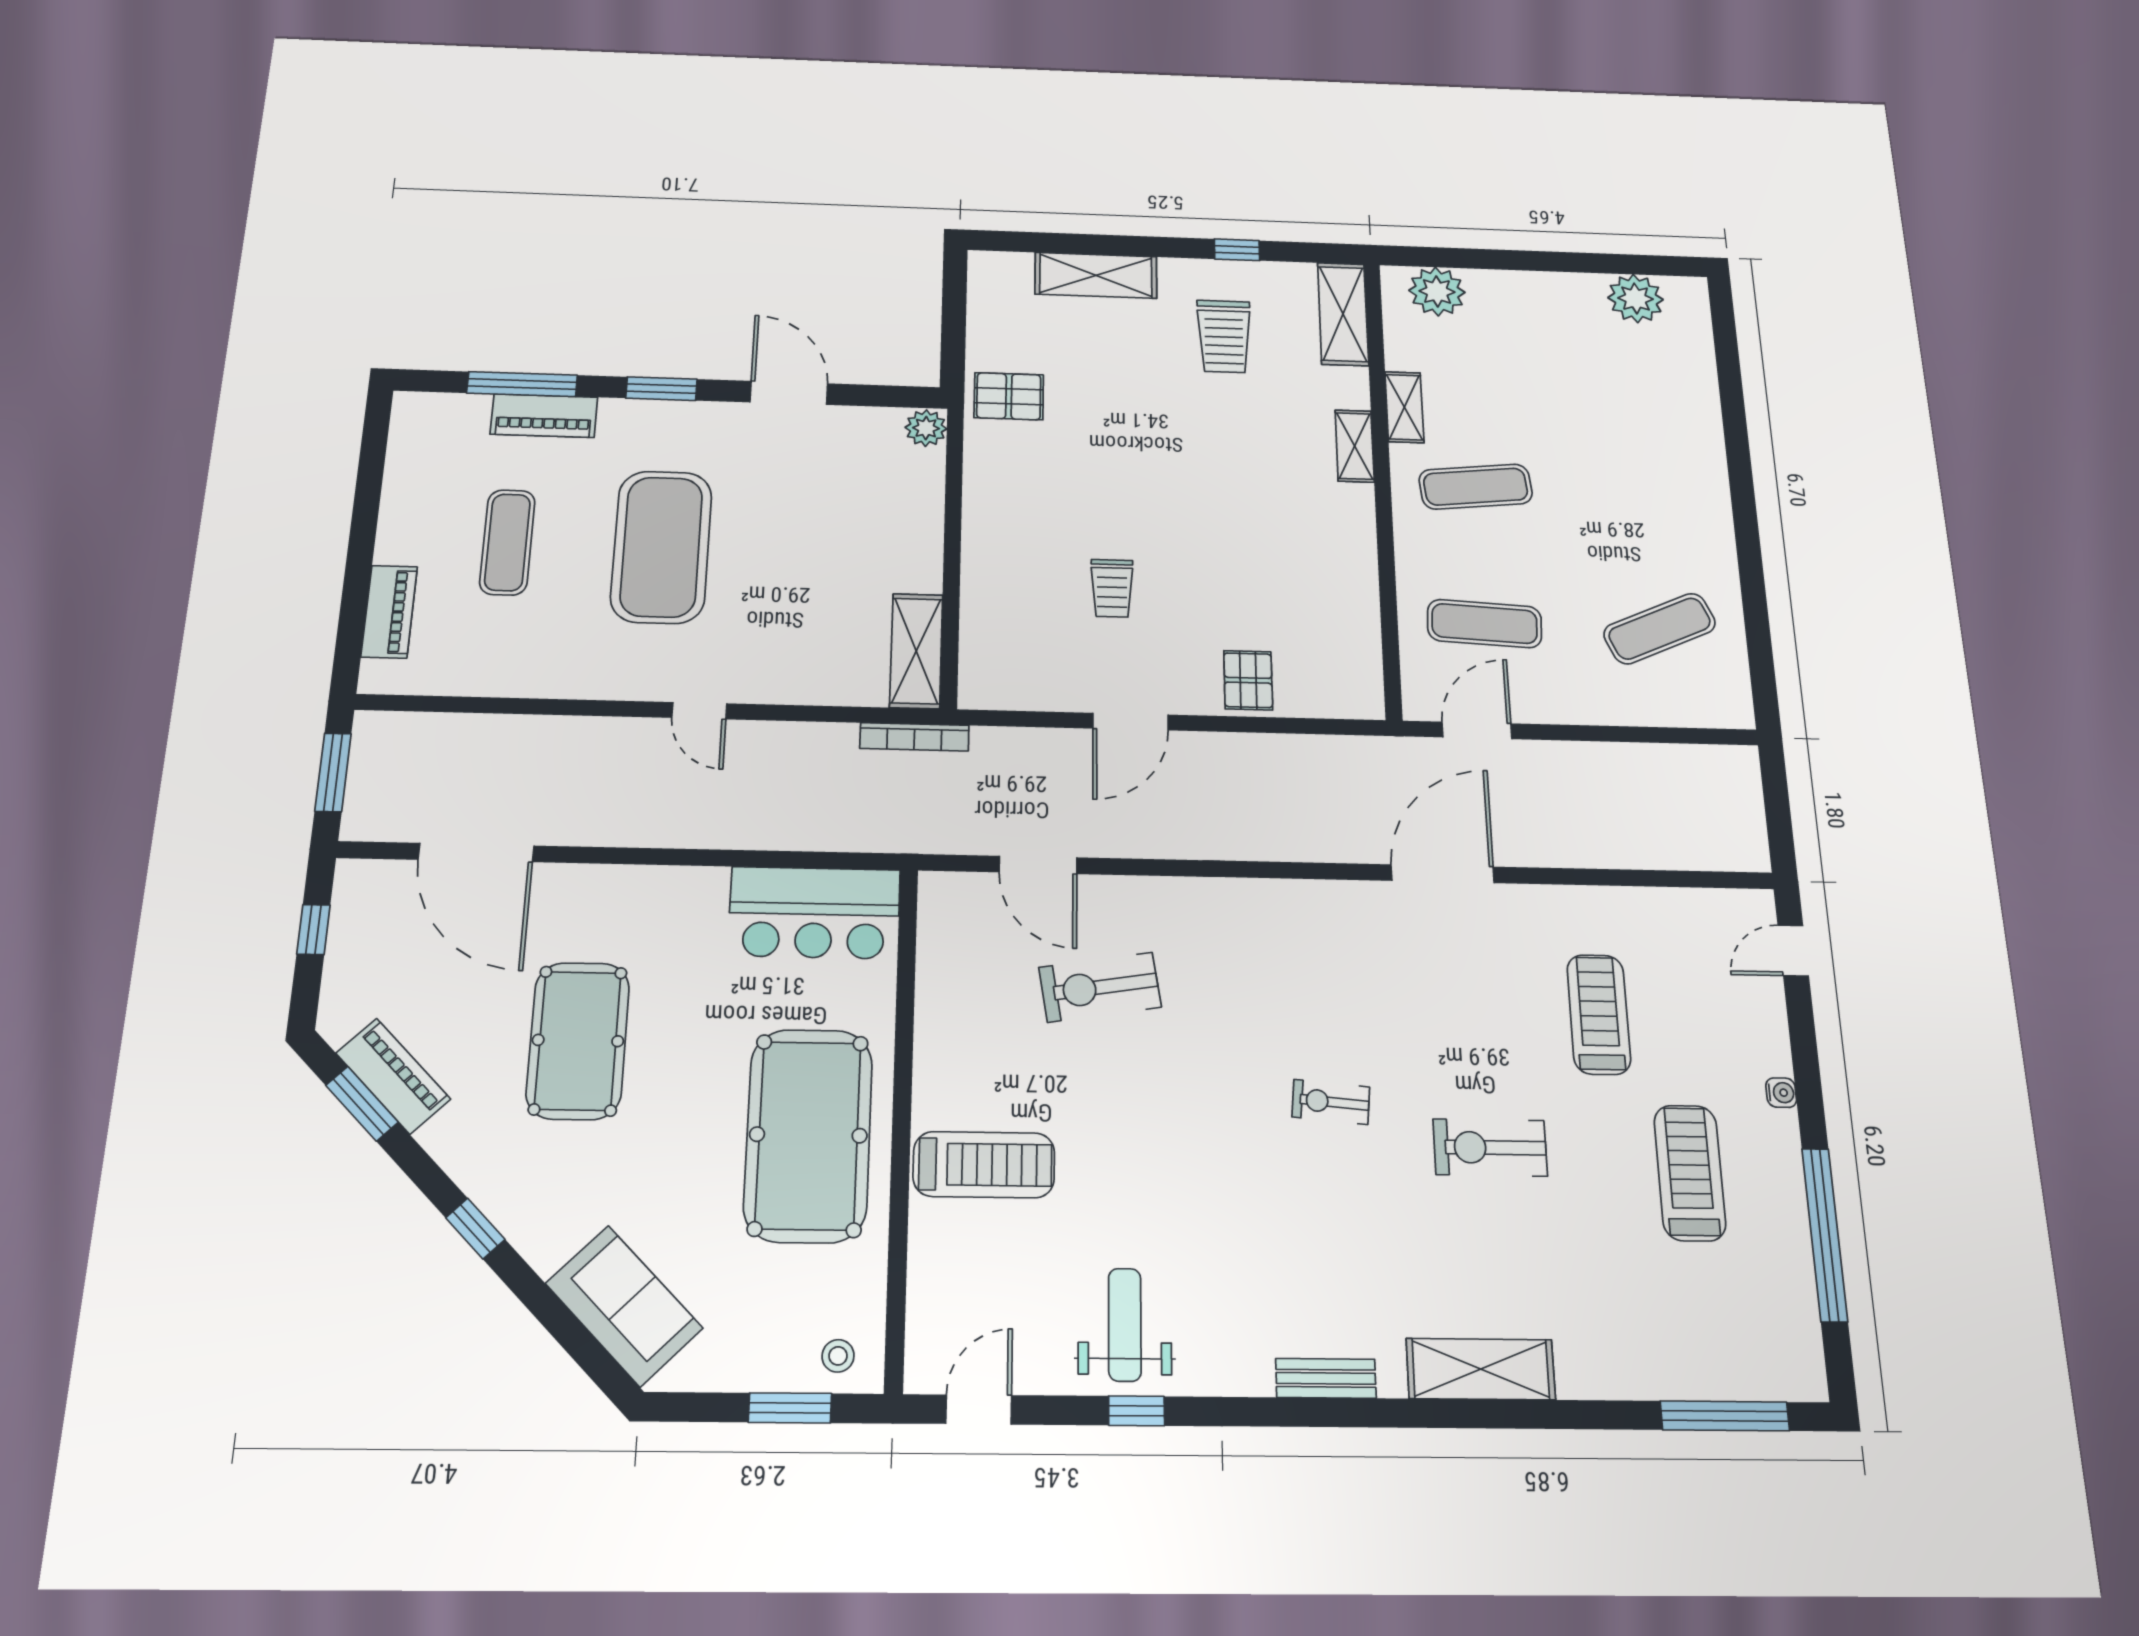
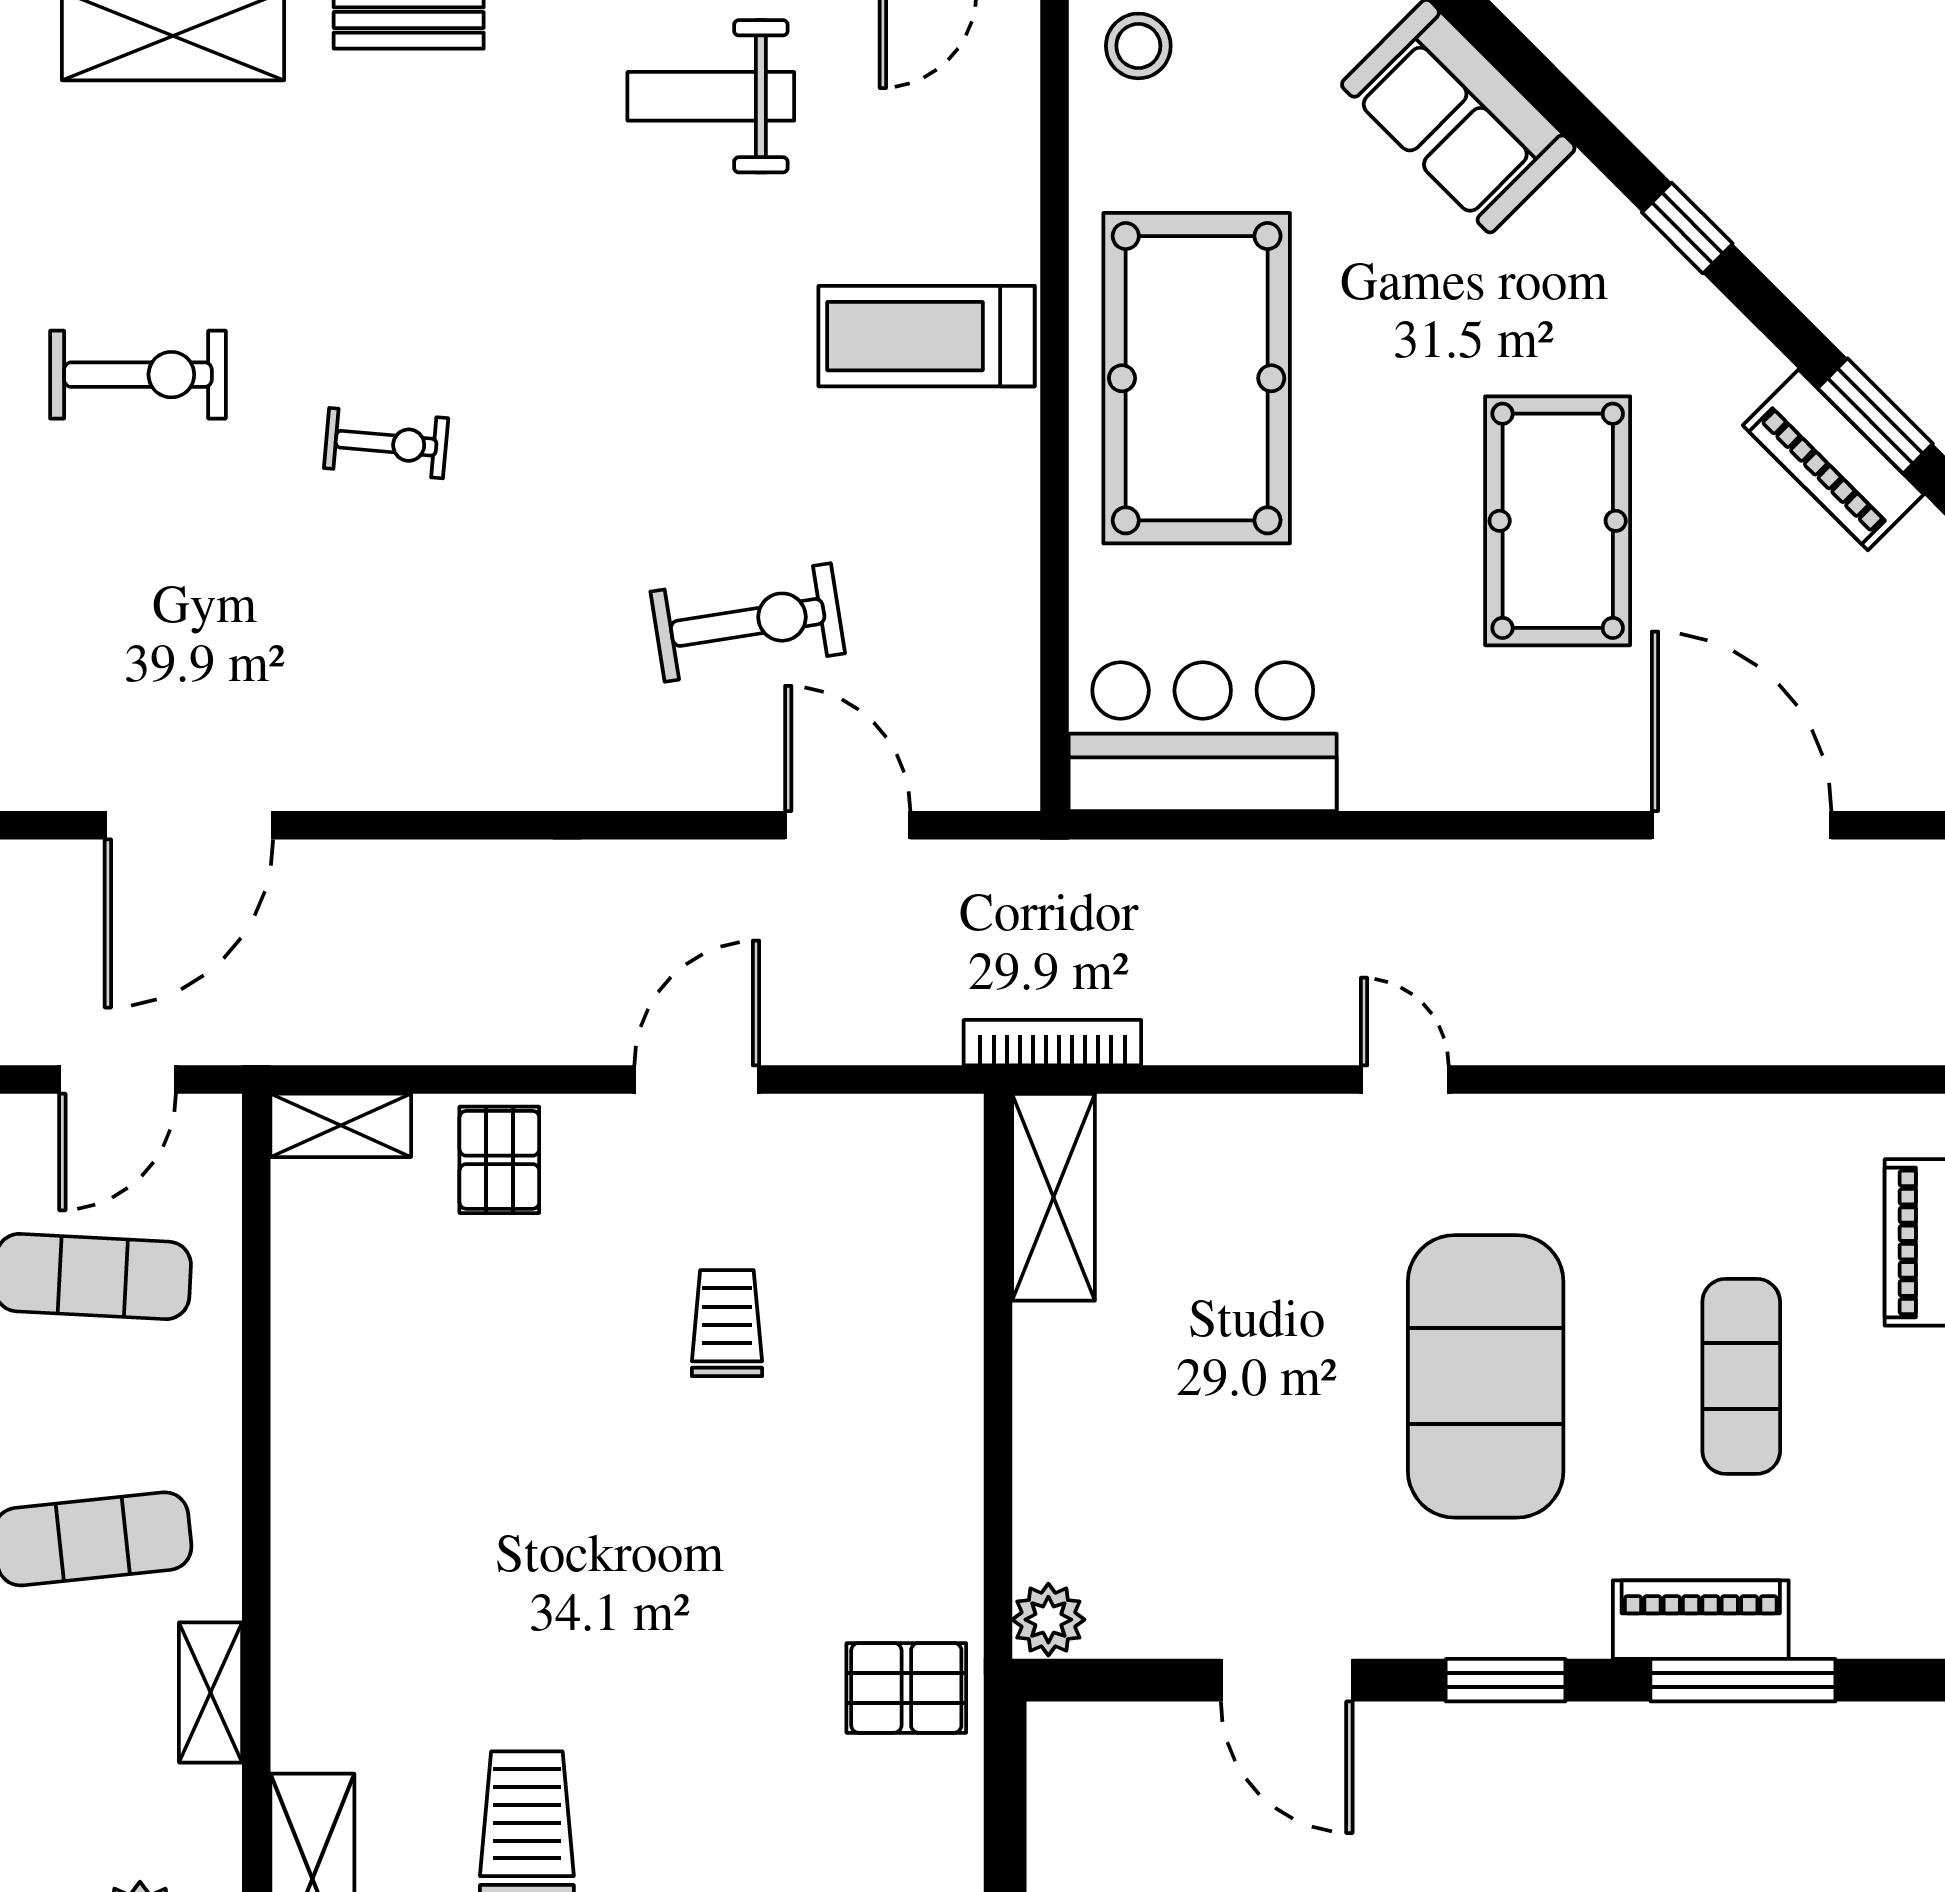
shelving: (1355, 446) -> (341, 1125), moved, turned 90
weight bench: (1125, 1325) -> (711, 96), turned 90
stool: (838, 1356) -> (1138, 46), width x1.37, depth x1.37

